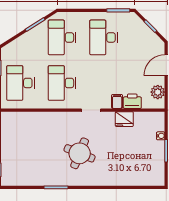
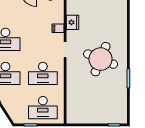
printer: (132, 101) -> (58, 16), removed
round table: (80, 153) -> (101, 59), width x1.36, depth x1.36

